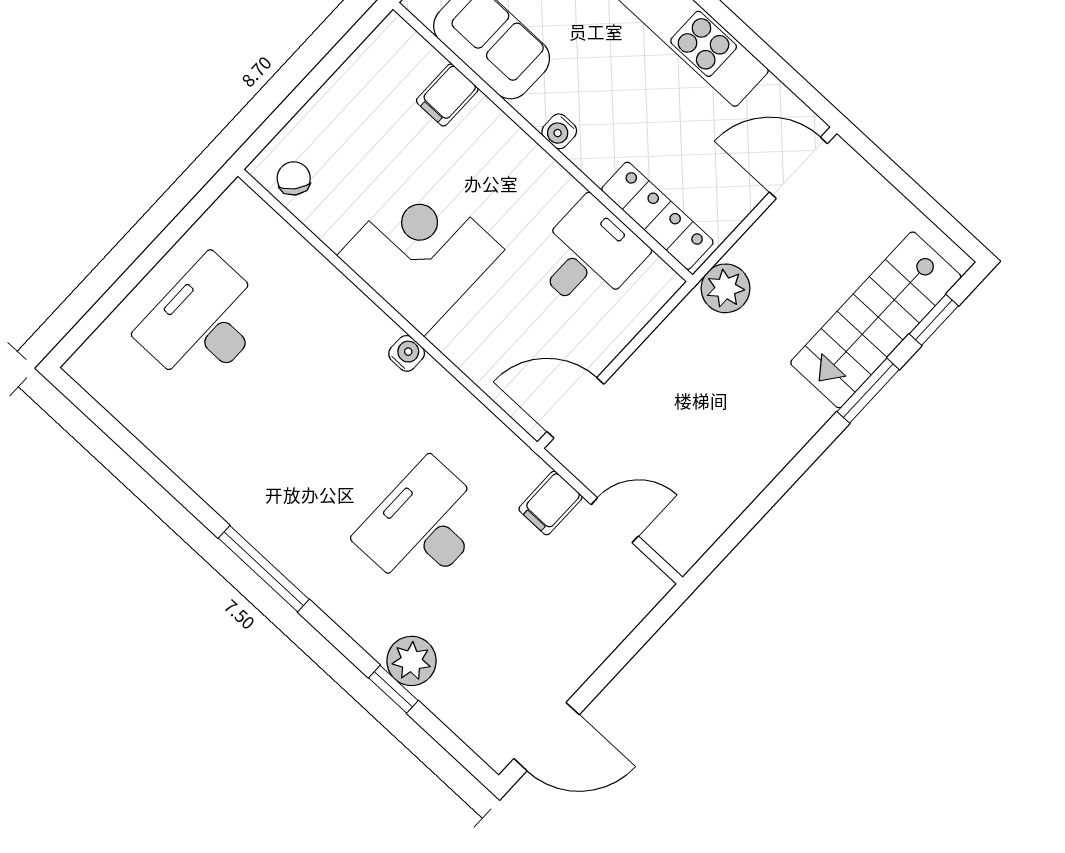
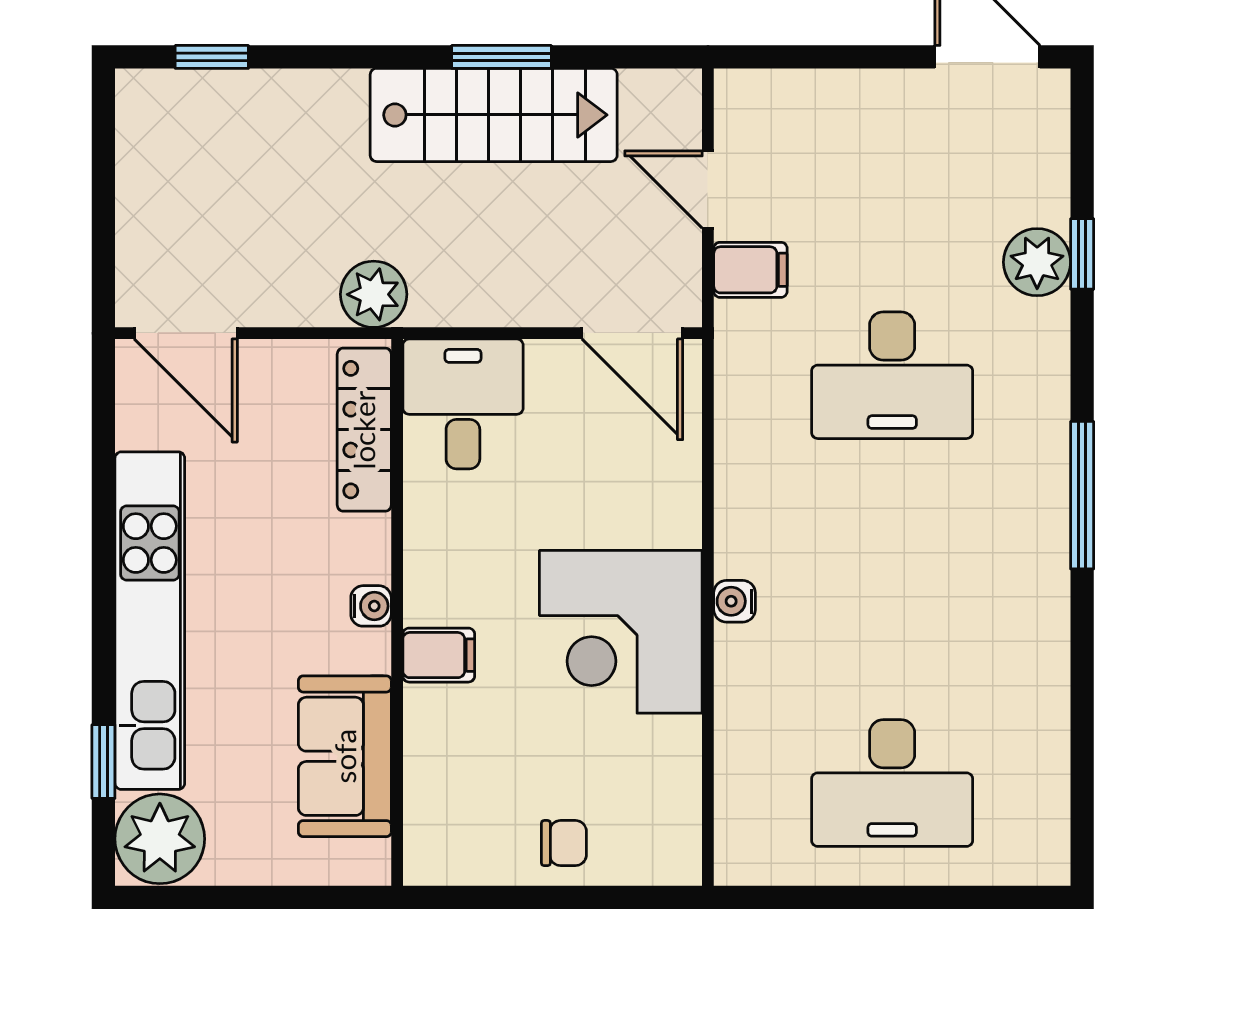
filing cabinet: (447, 95) -> (439, 655), moved
chair: (294, 178) -> (564, 843), moved, turned -130
desk: (589, 255) -> (463, 404), moved, turned 90
stairs: (876, 320) -> (494, 115), moved
water cooler: (407, 353) -> (734, 601), moved
window: (868, 391) -> (502, 57), moved

